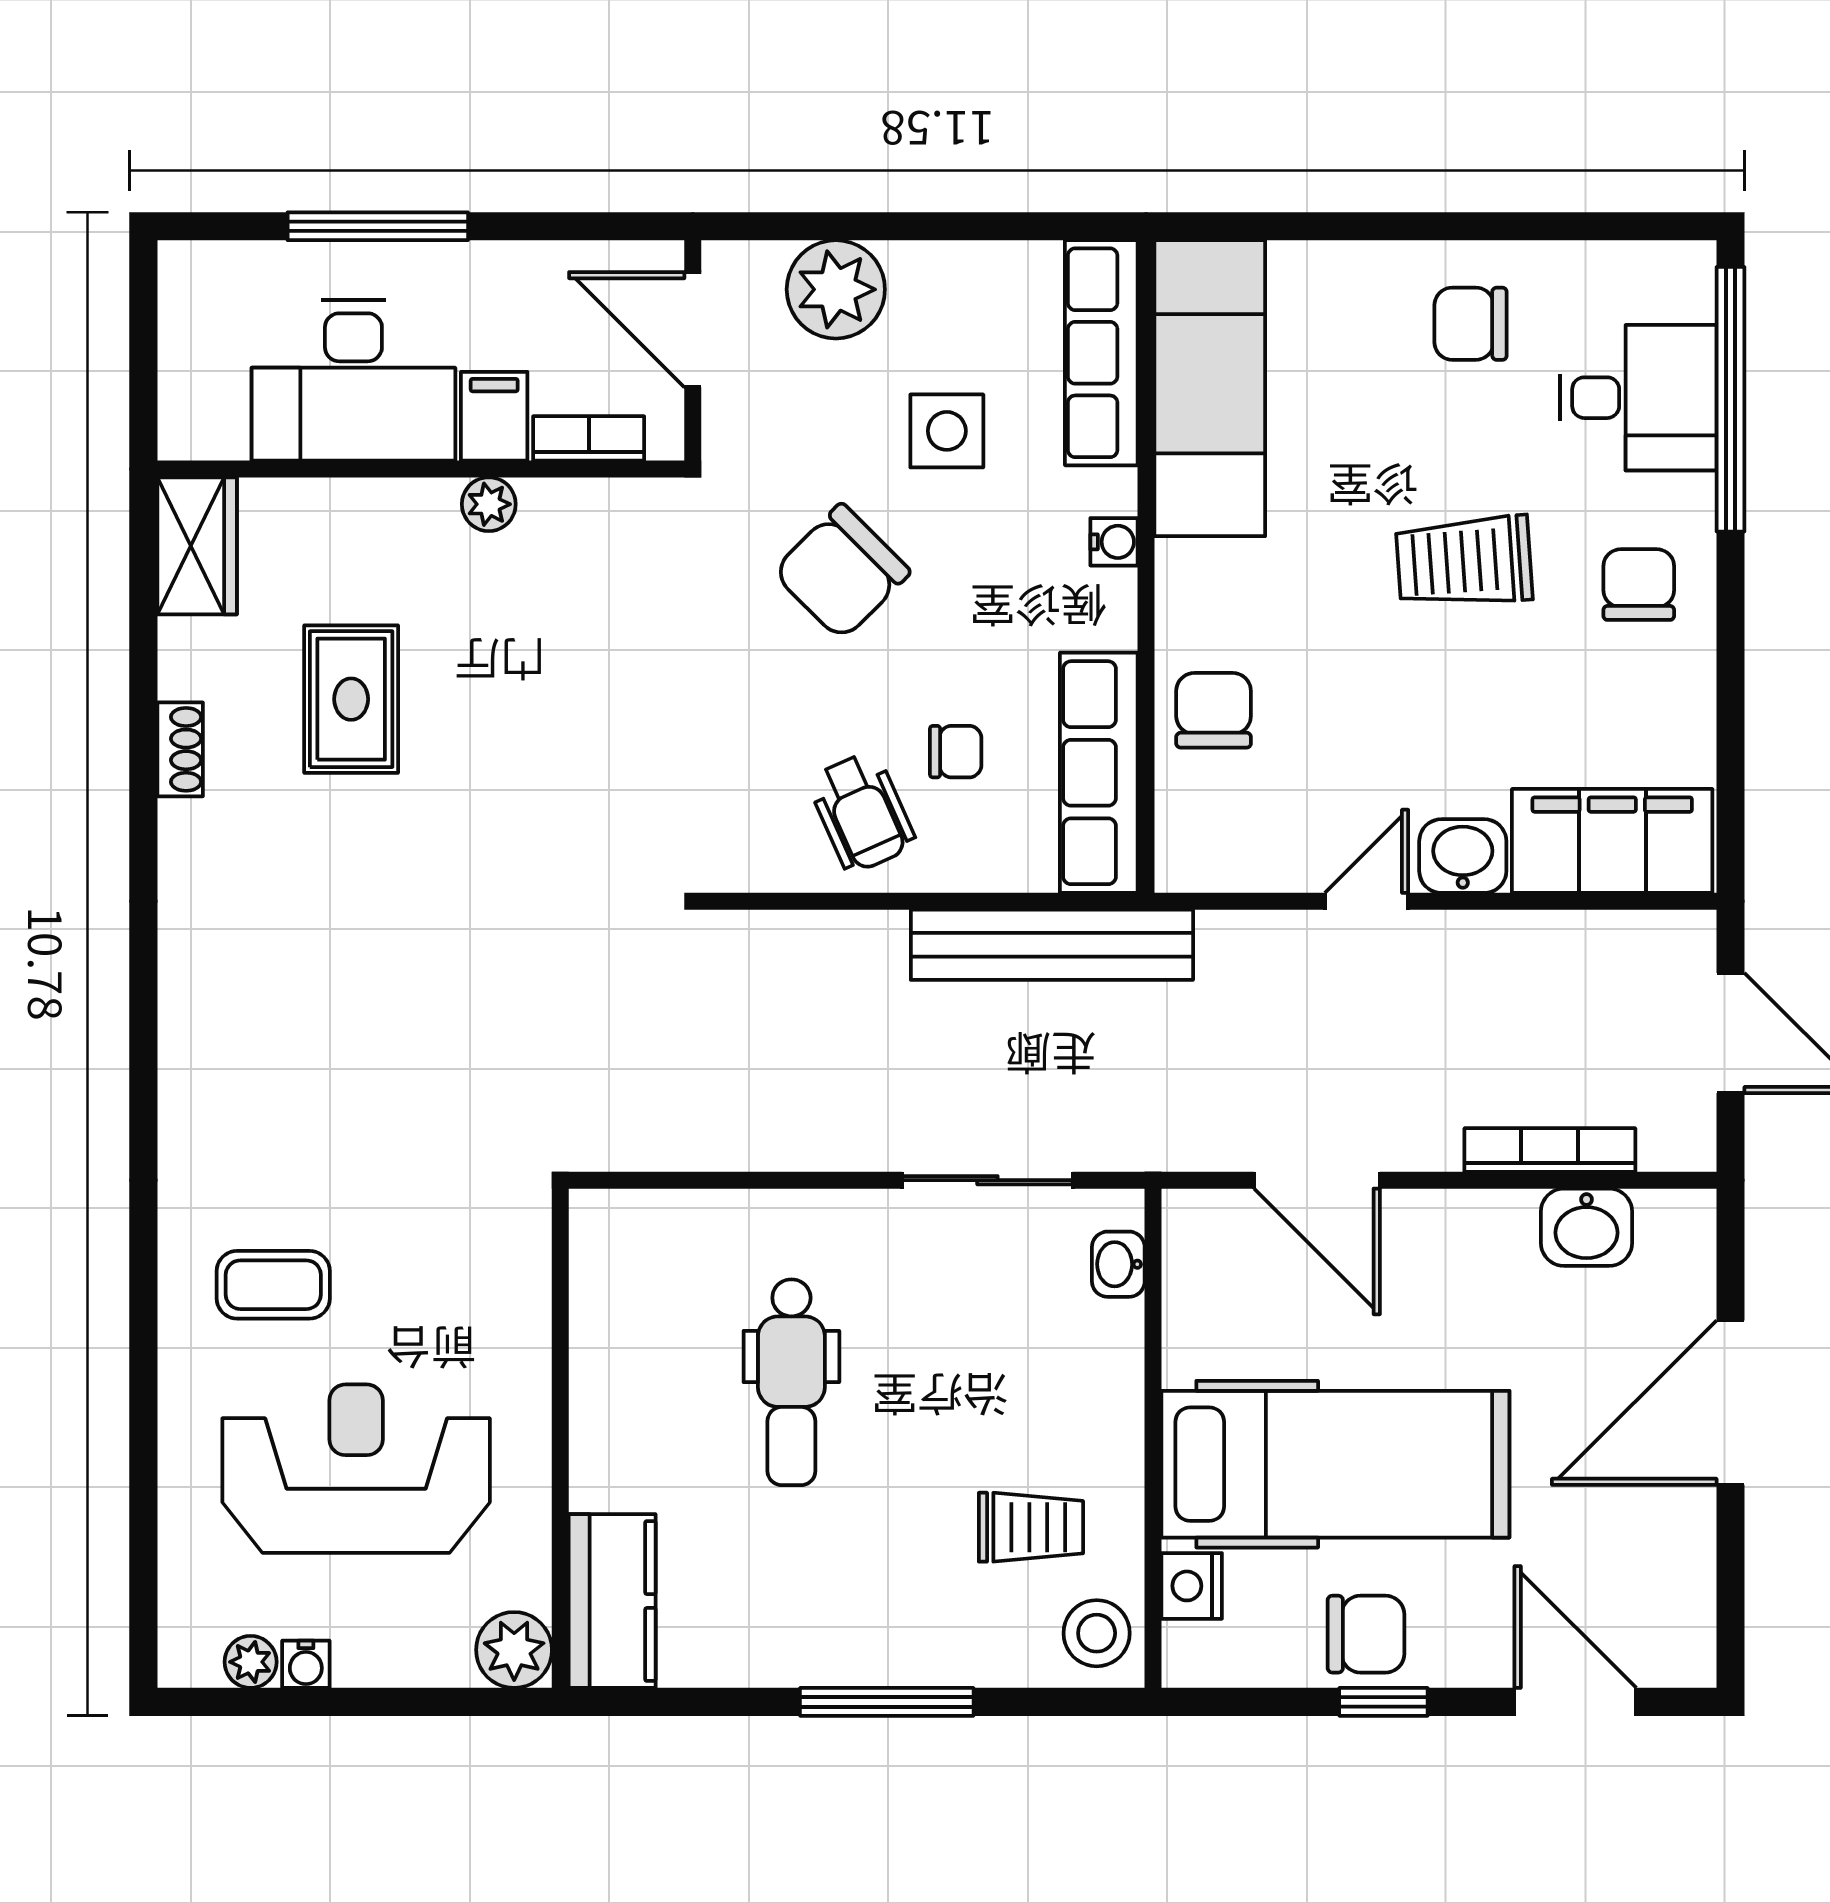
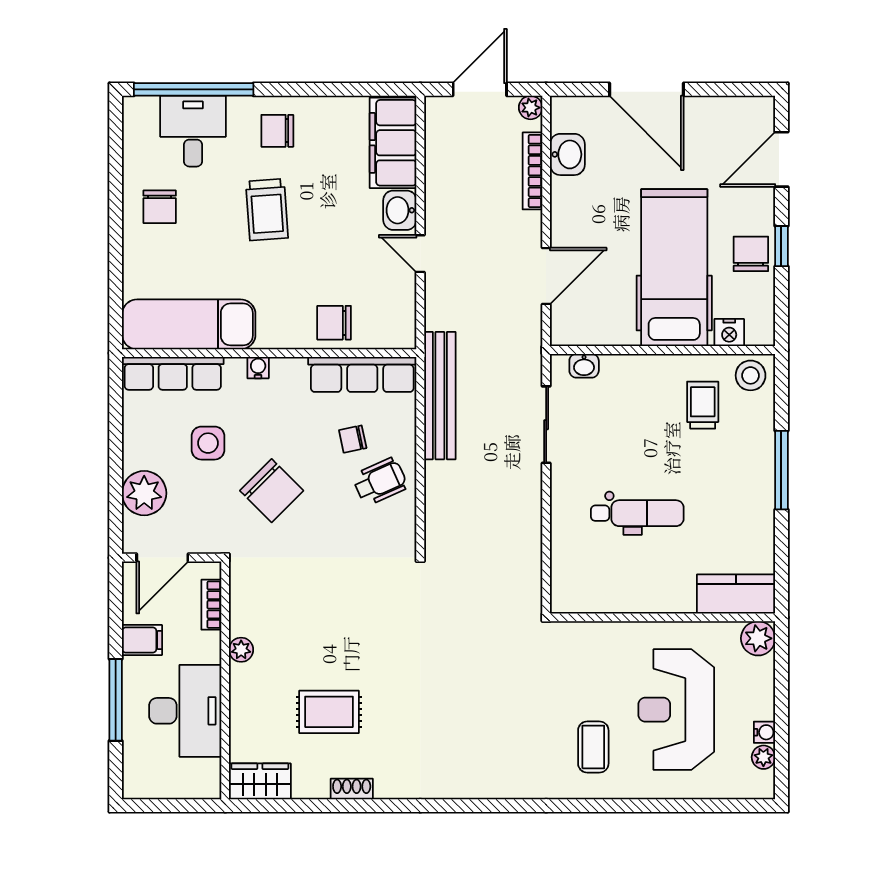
filing cabinet: (494, 416) -> (142, 640), moved, turned 180
chair: (956, 752) -> (353, 439), turned -102
plant: (1690, 1146) -> (531, 108), added

